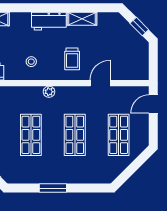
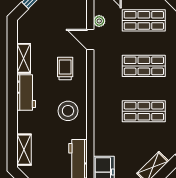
trolley: (72, 59) -> (65, 69), turned -90
stool: (31, 62) -> (68, 111), width x1.89, depth x1.89
plant: (49, 92) -> (99, 21), moved

